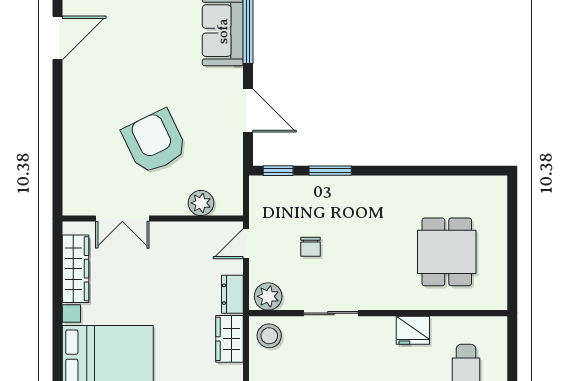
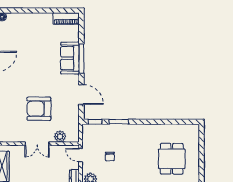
armchair: (155, 142) -> (39, 109), turned -64
double door: (122, 219) -> (37, 144), moved
door: (246, 244) -> (81, 155), hinge flipped

